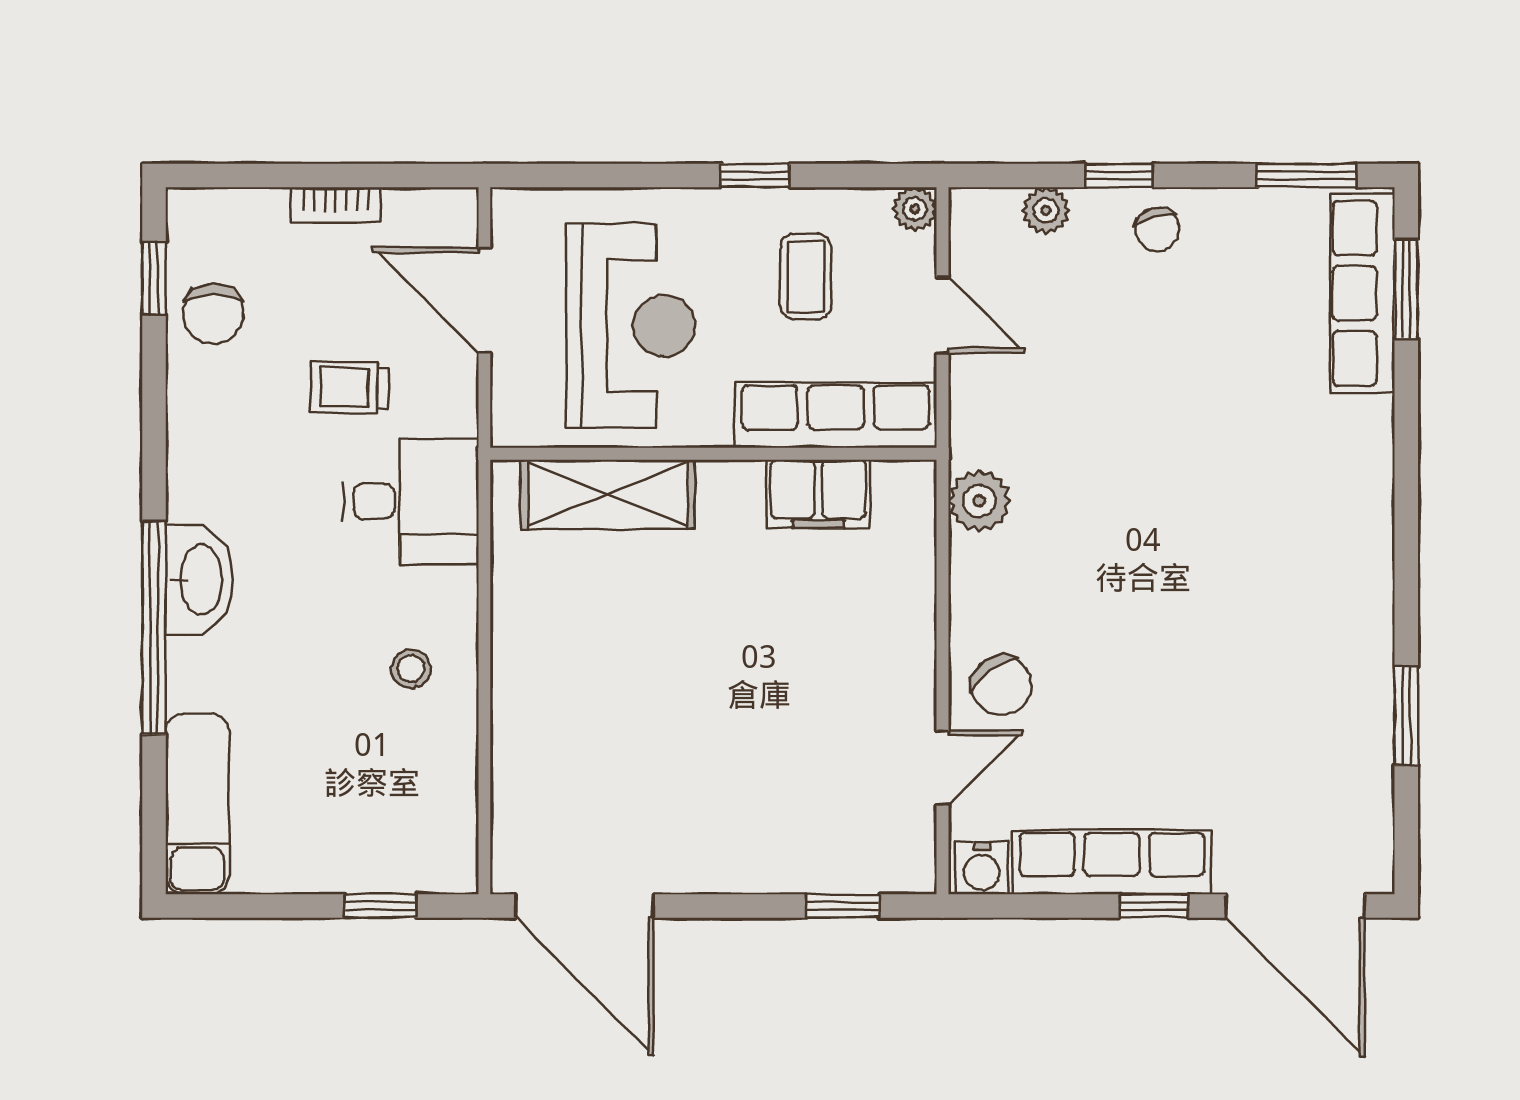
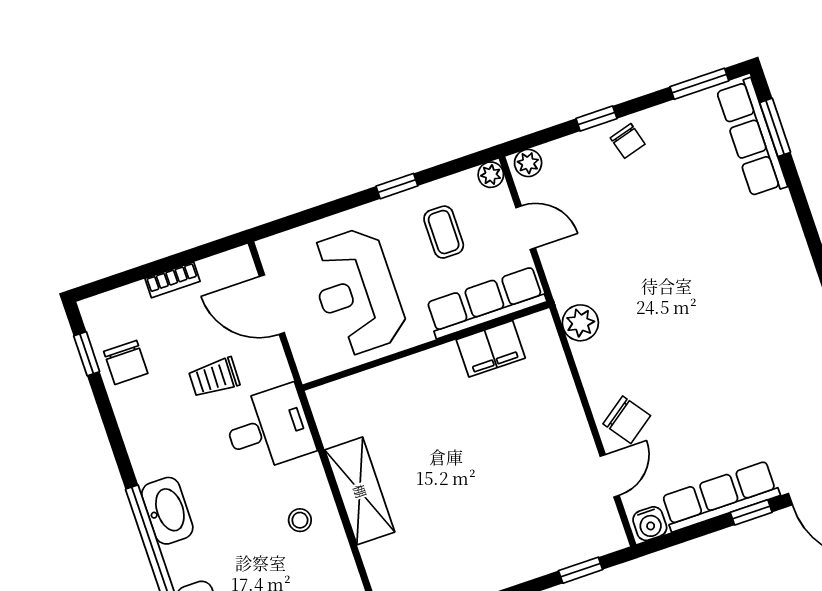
plant: (1046, 210) -> (528, 163), moved
reception desk: (631, 326) -> (357, 292), turned 180
shelving: (608, 494) -> (360, 491), moved, turned 90

